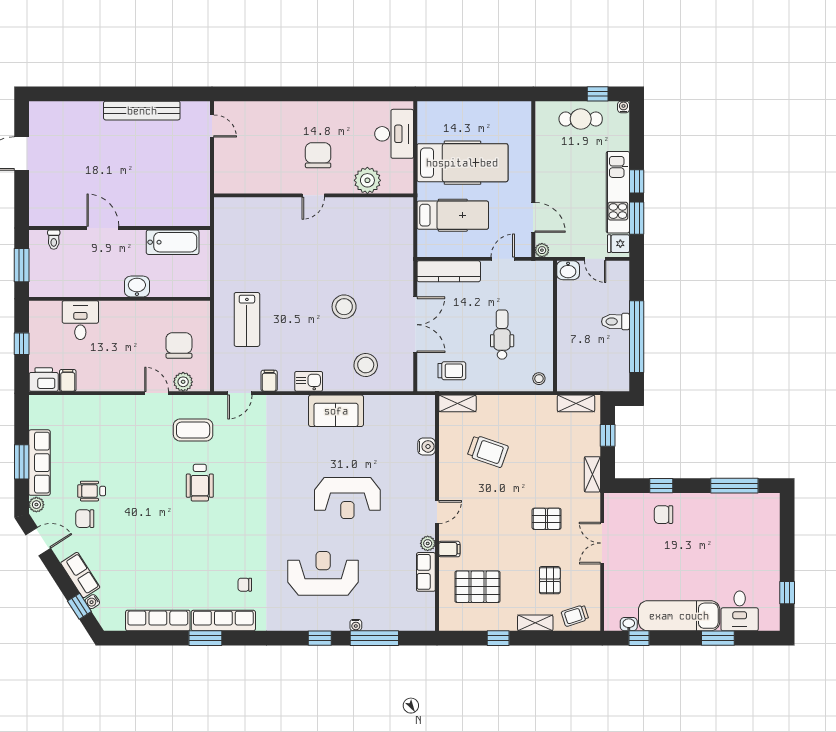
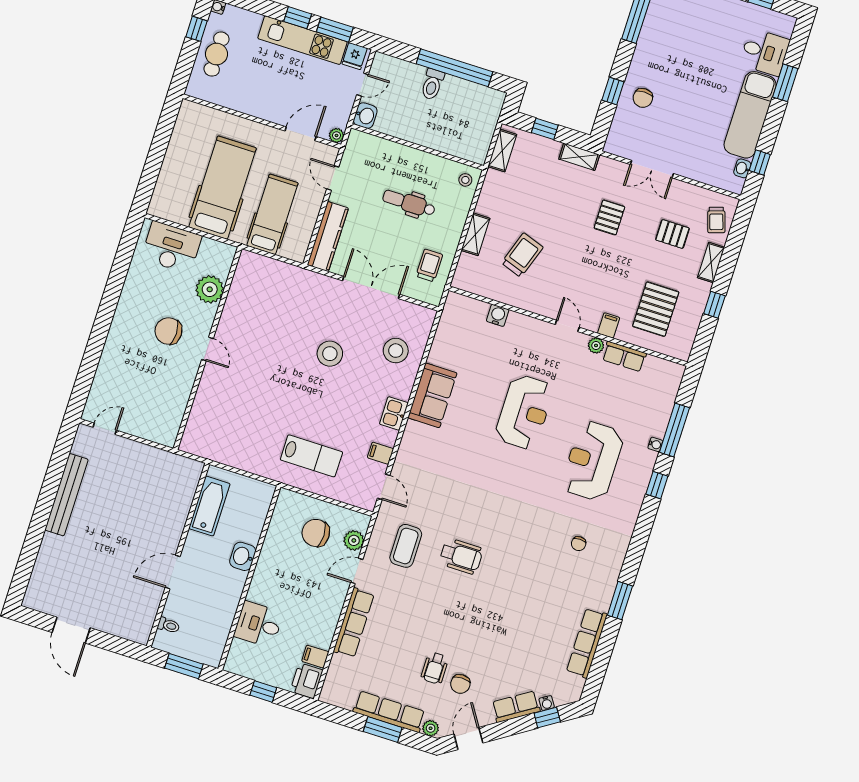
shelving: (457, 403) -> (476, 234), moved
row of seats: (223, 621) -> (354, 623), moved, turned 180

